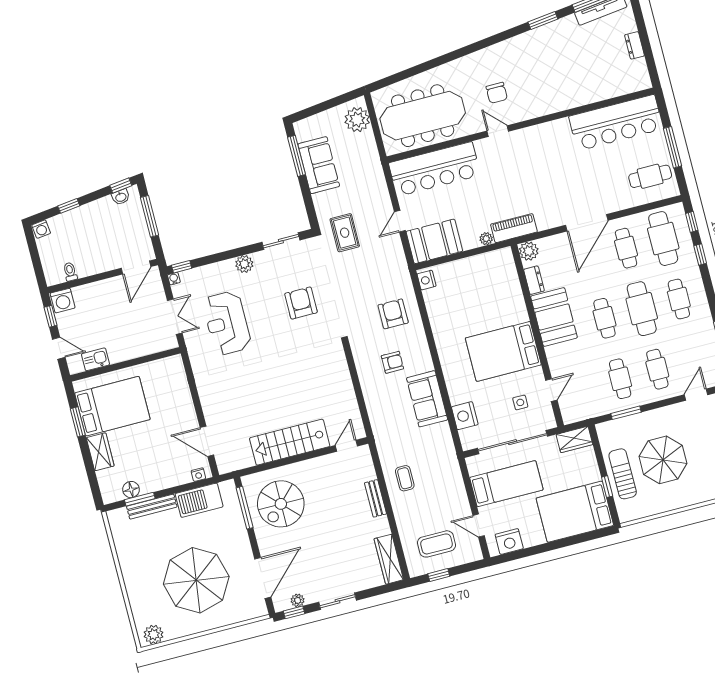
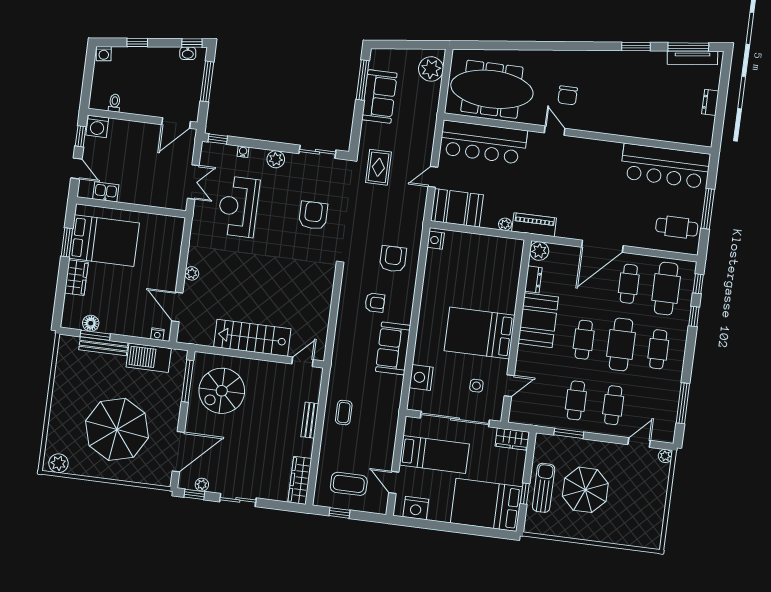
water cooler: (174, 279) -> (243, 152), moved
plant: (208, 404) -> (192, 273), added

